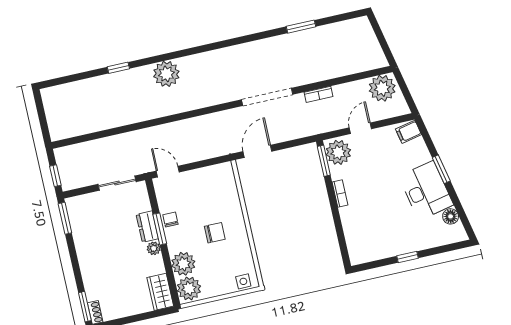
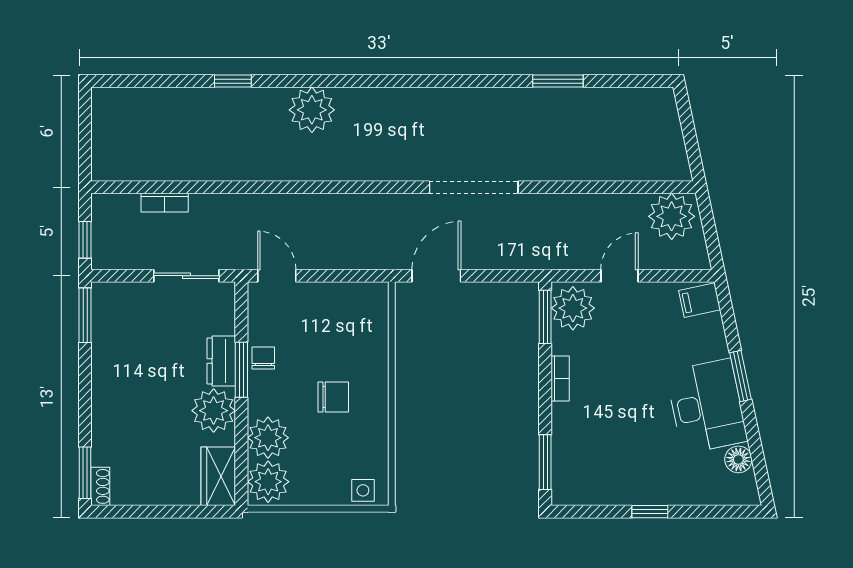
bookcase: (319, 94) -> (165, 203), moved
window: (342, 242) -> (545, 462), added
plant: (154, 248) -> (214, 411), width x1.87, depth x1.87

